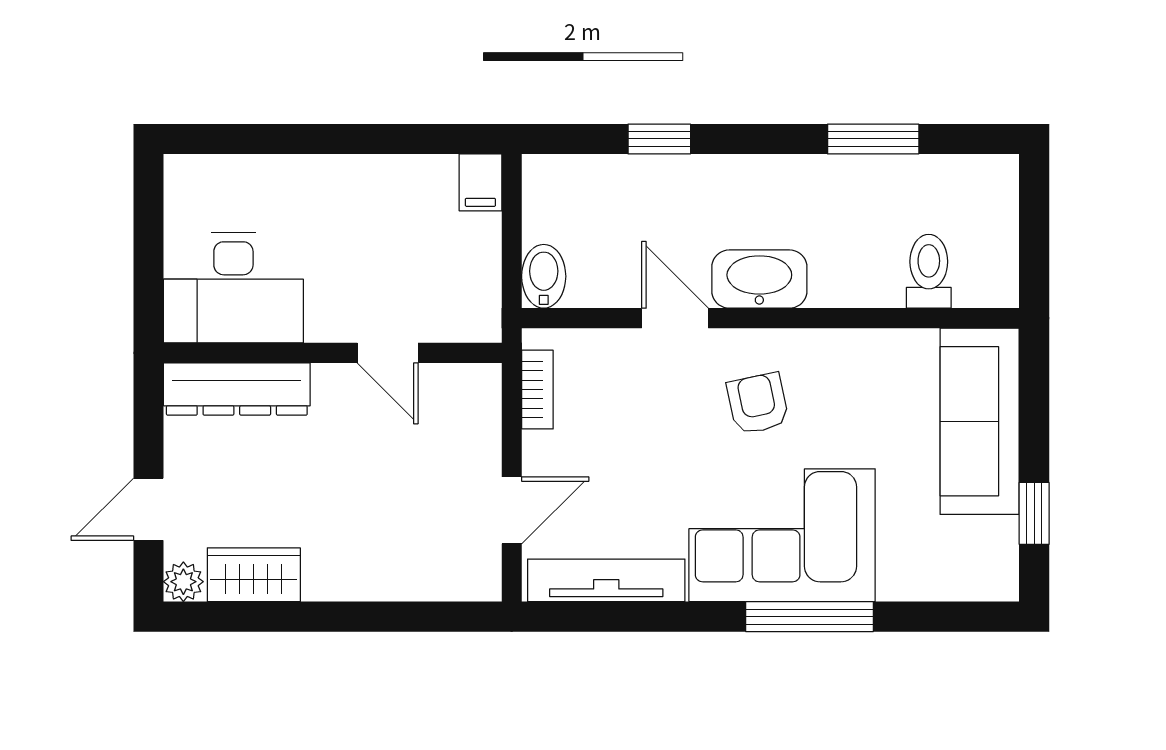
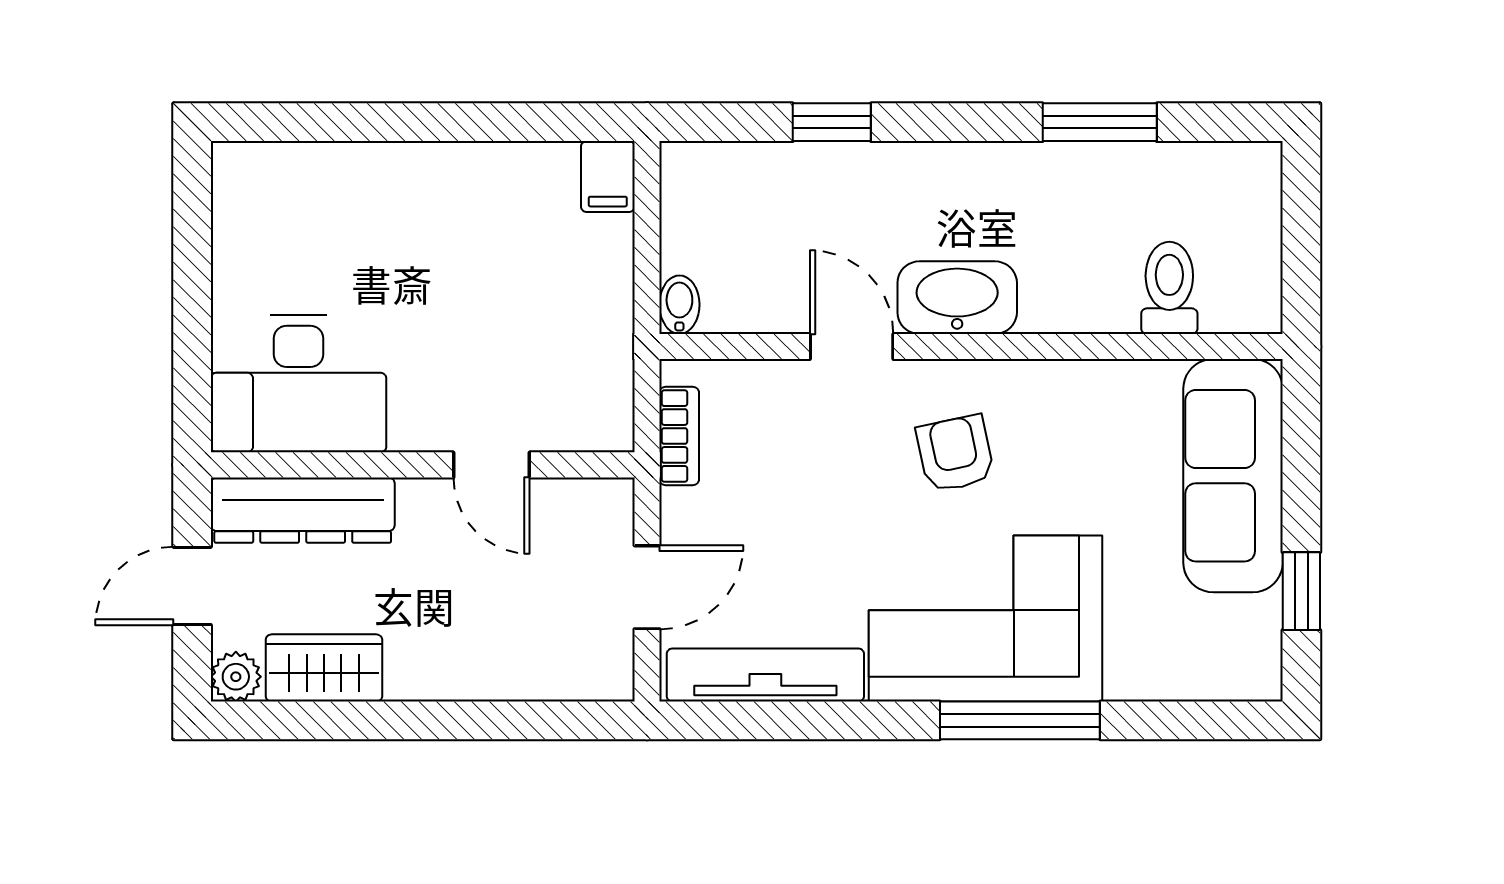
bidet: (544, 276) -> (679, 305), width x0.72, depth x0.74
desk: (233, 288) -> (298, 384), moved
wall: (333, 353) -> (423, 465), moved
door: (388, 353) -> (492, 465), moved
dresser: (237, 389) -> (303, 510), moved

